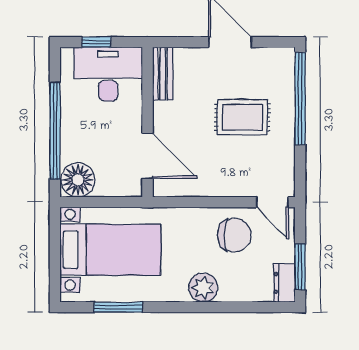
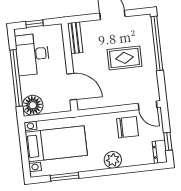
desk: (108, 74) -> (32, 54), moved, turned -90
window: (300, 267) -> (168, 141), width x0.67

